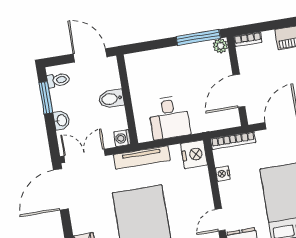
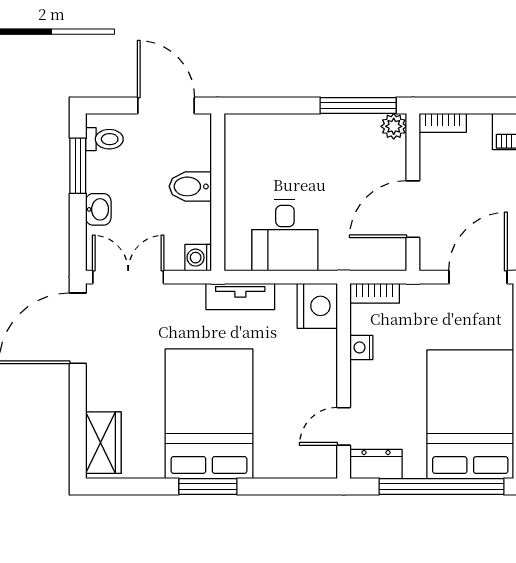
bookcase: (233, 141) -> (375, 293), width x0.64
tv unit: (142, 157) -> (240, 297), width x0.71

